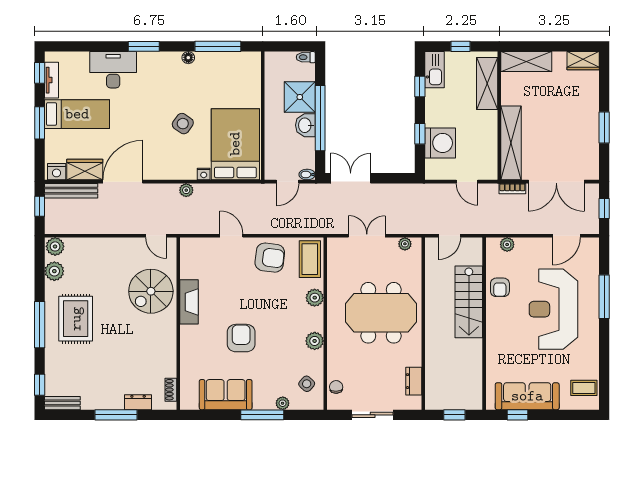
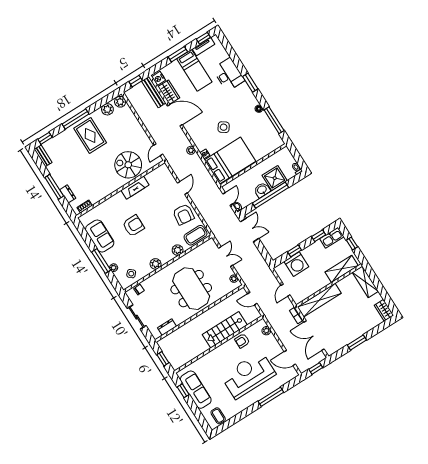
door: (287, 182) -> (228, 199), swing flipped
rug: (76, 319) -> (90, 135), turned 90

